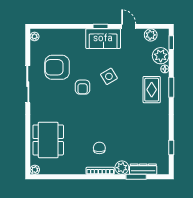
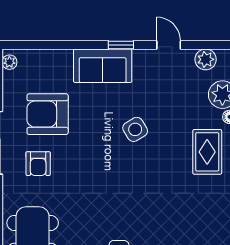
sofa: (103, 39) -> (103, 66), moved
armchair: (83, 87) -> (38, 164), moved

